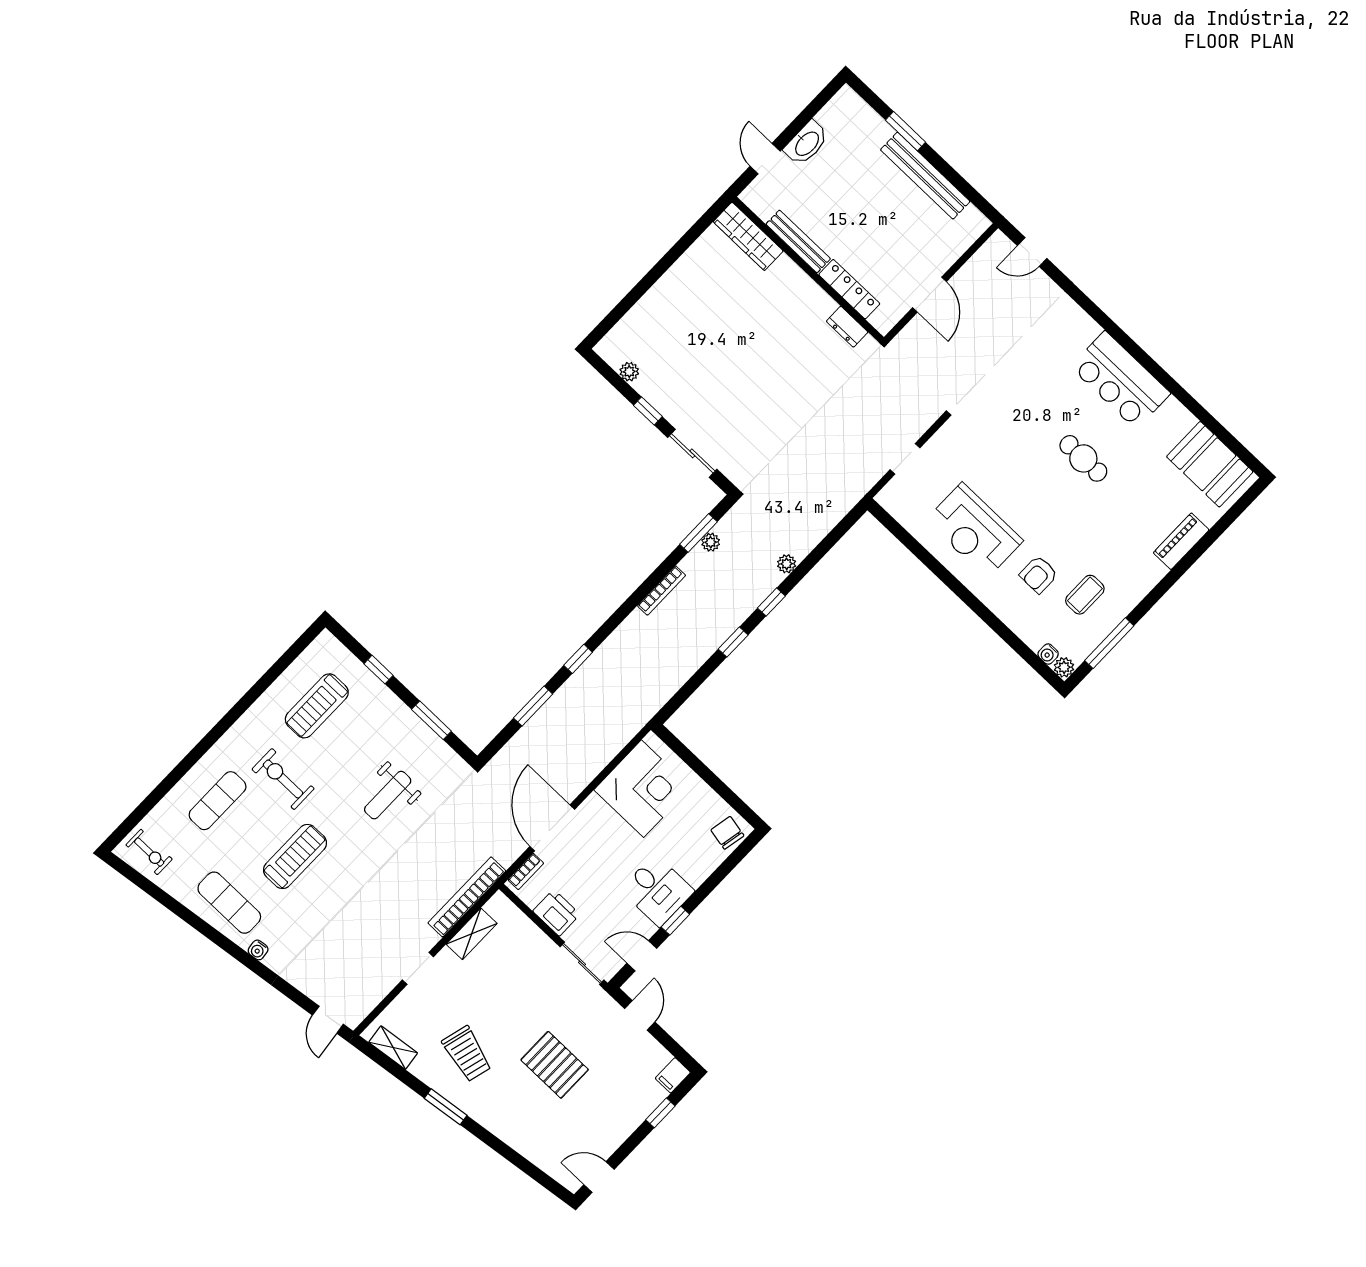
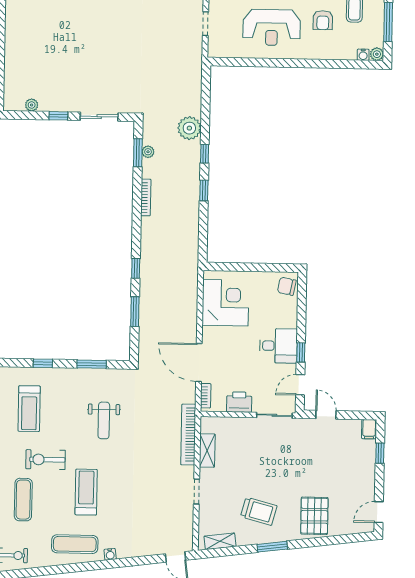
plant: (787, 564) -> (189, 128), width x1.88, depth x1.88
pallet: (555, 1065) -> (314, 516), moved, turned 90

